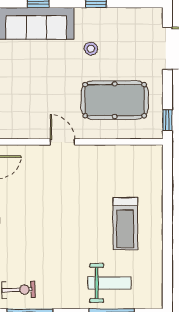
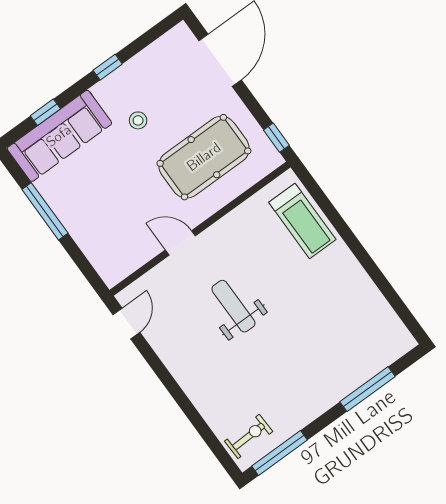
treadmill: (125, 224) -> (302, 221), moved
weight bench: (109, 283) -> (233, 306), moved, turned -90

